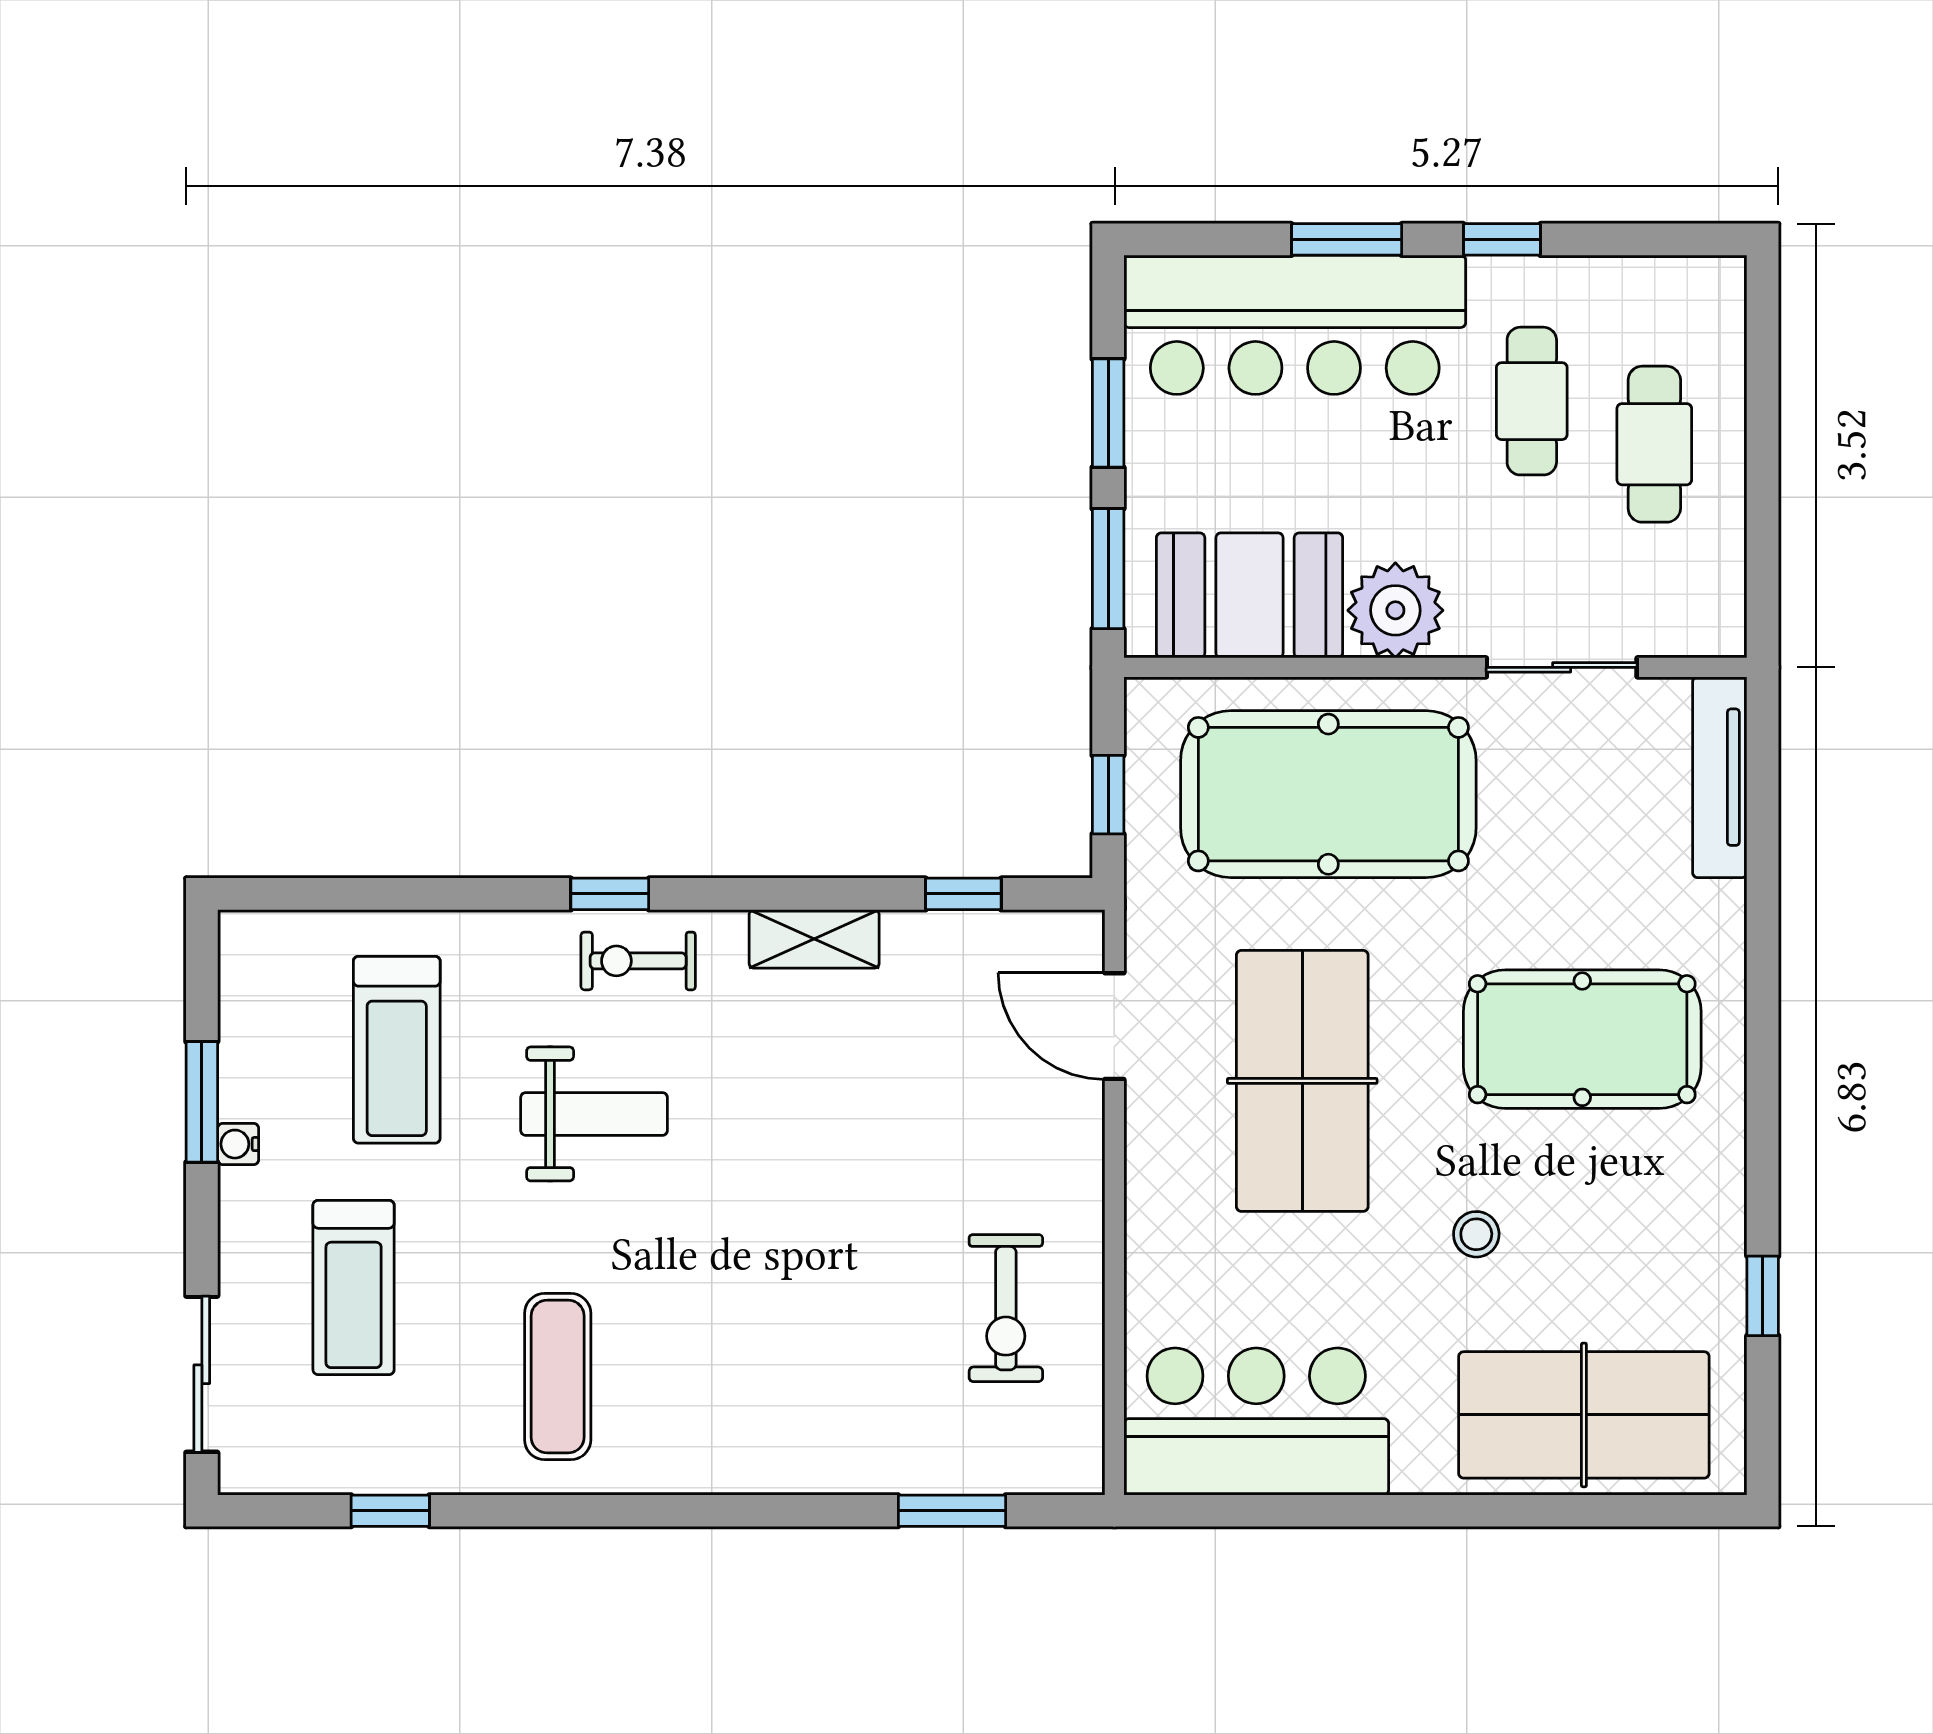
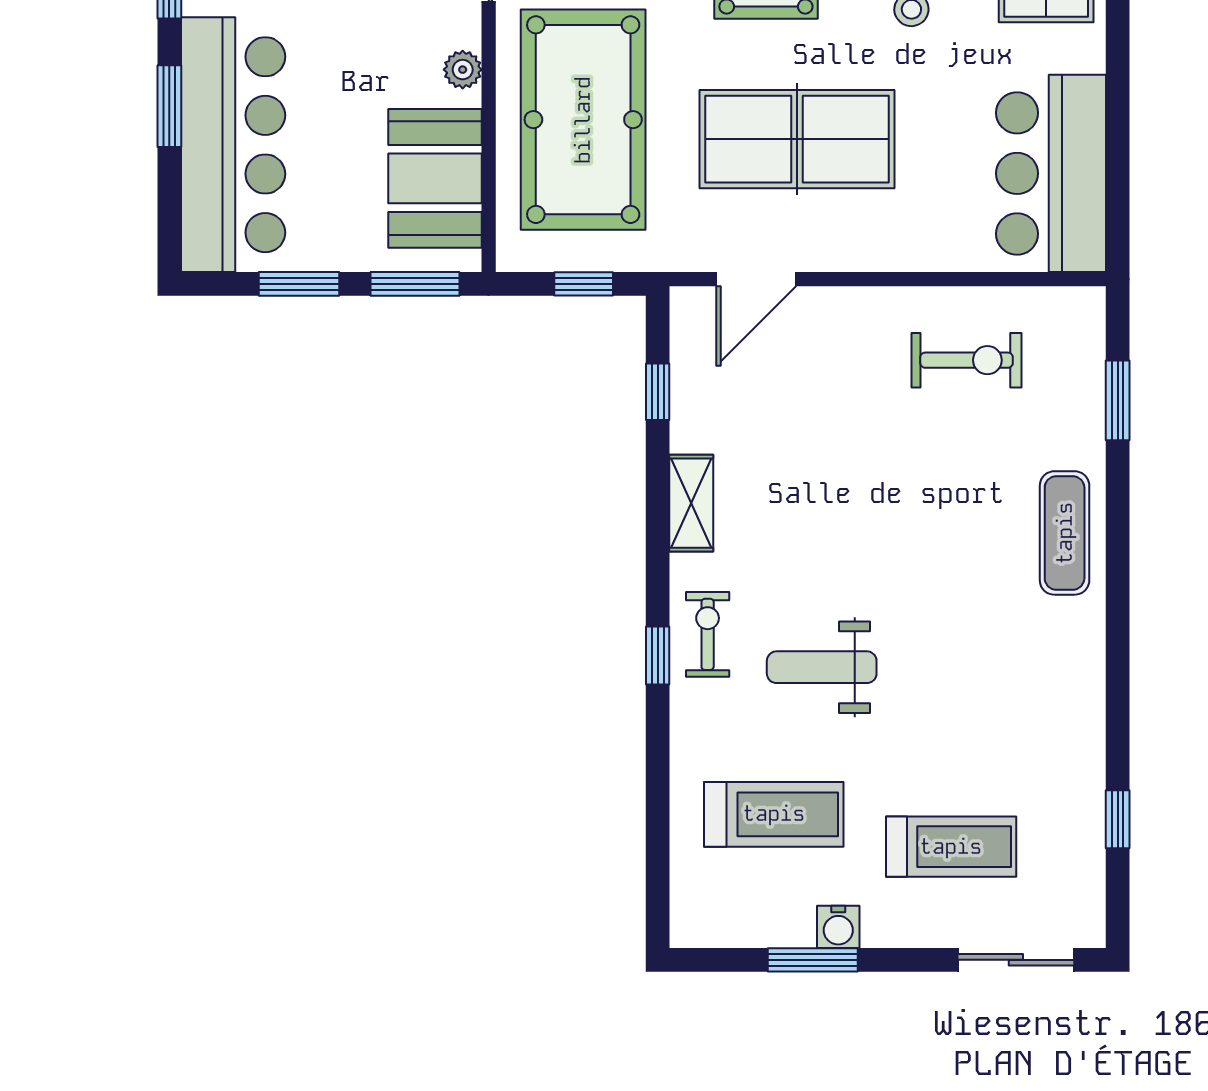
plant: (1395, 610) -> (463, 70), width x0.53, depth x0.53
exercise bike: (638, 961) -> (708, 634), turned 180
weight bench: (594, 1114) -> (822, 667), turned -90
water cooler: (238, 1144) -> (838, 927), width x1.38, depth x1.38
exercise mat: (558, 1377) -> (1065, 533), moved, turned 90

